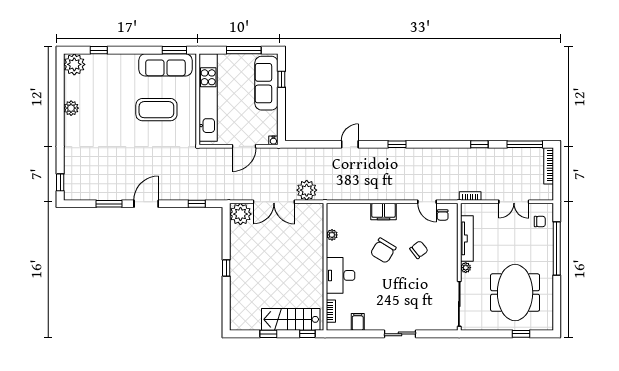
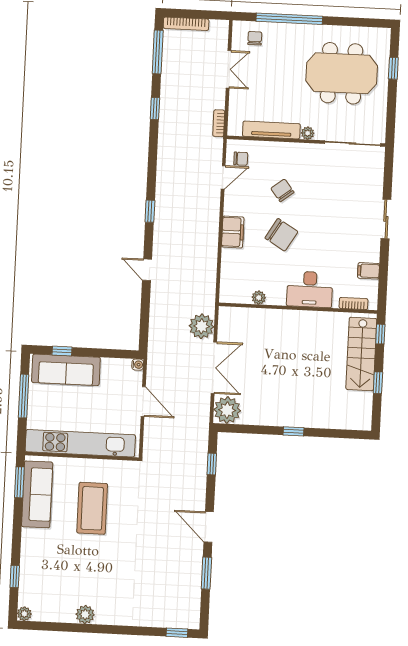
plant: (74, 64) -> (24, 614), width x0.53, depth x0.53

